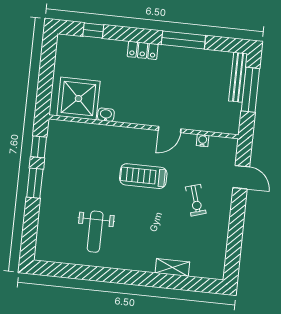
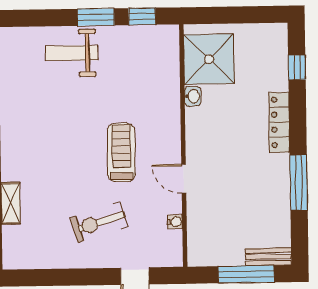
locker: (143, 50) -> (279, 122), width x1.53
bench: (238, 77) -> (268, 257), width x0.73
exercise bike: (196, 200) -> (99, 222), width x1.38, depth x1.39
weight bench: (95, 232) -> (72, 53), moved

